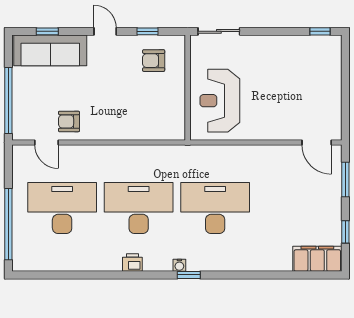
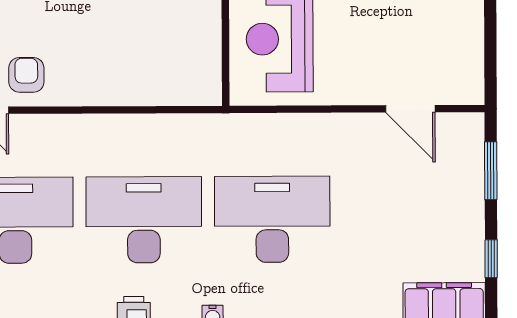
armchair: (69, 121) -> (26, 75), turned 90
door: (317, 142) -> (410, 109), moved

